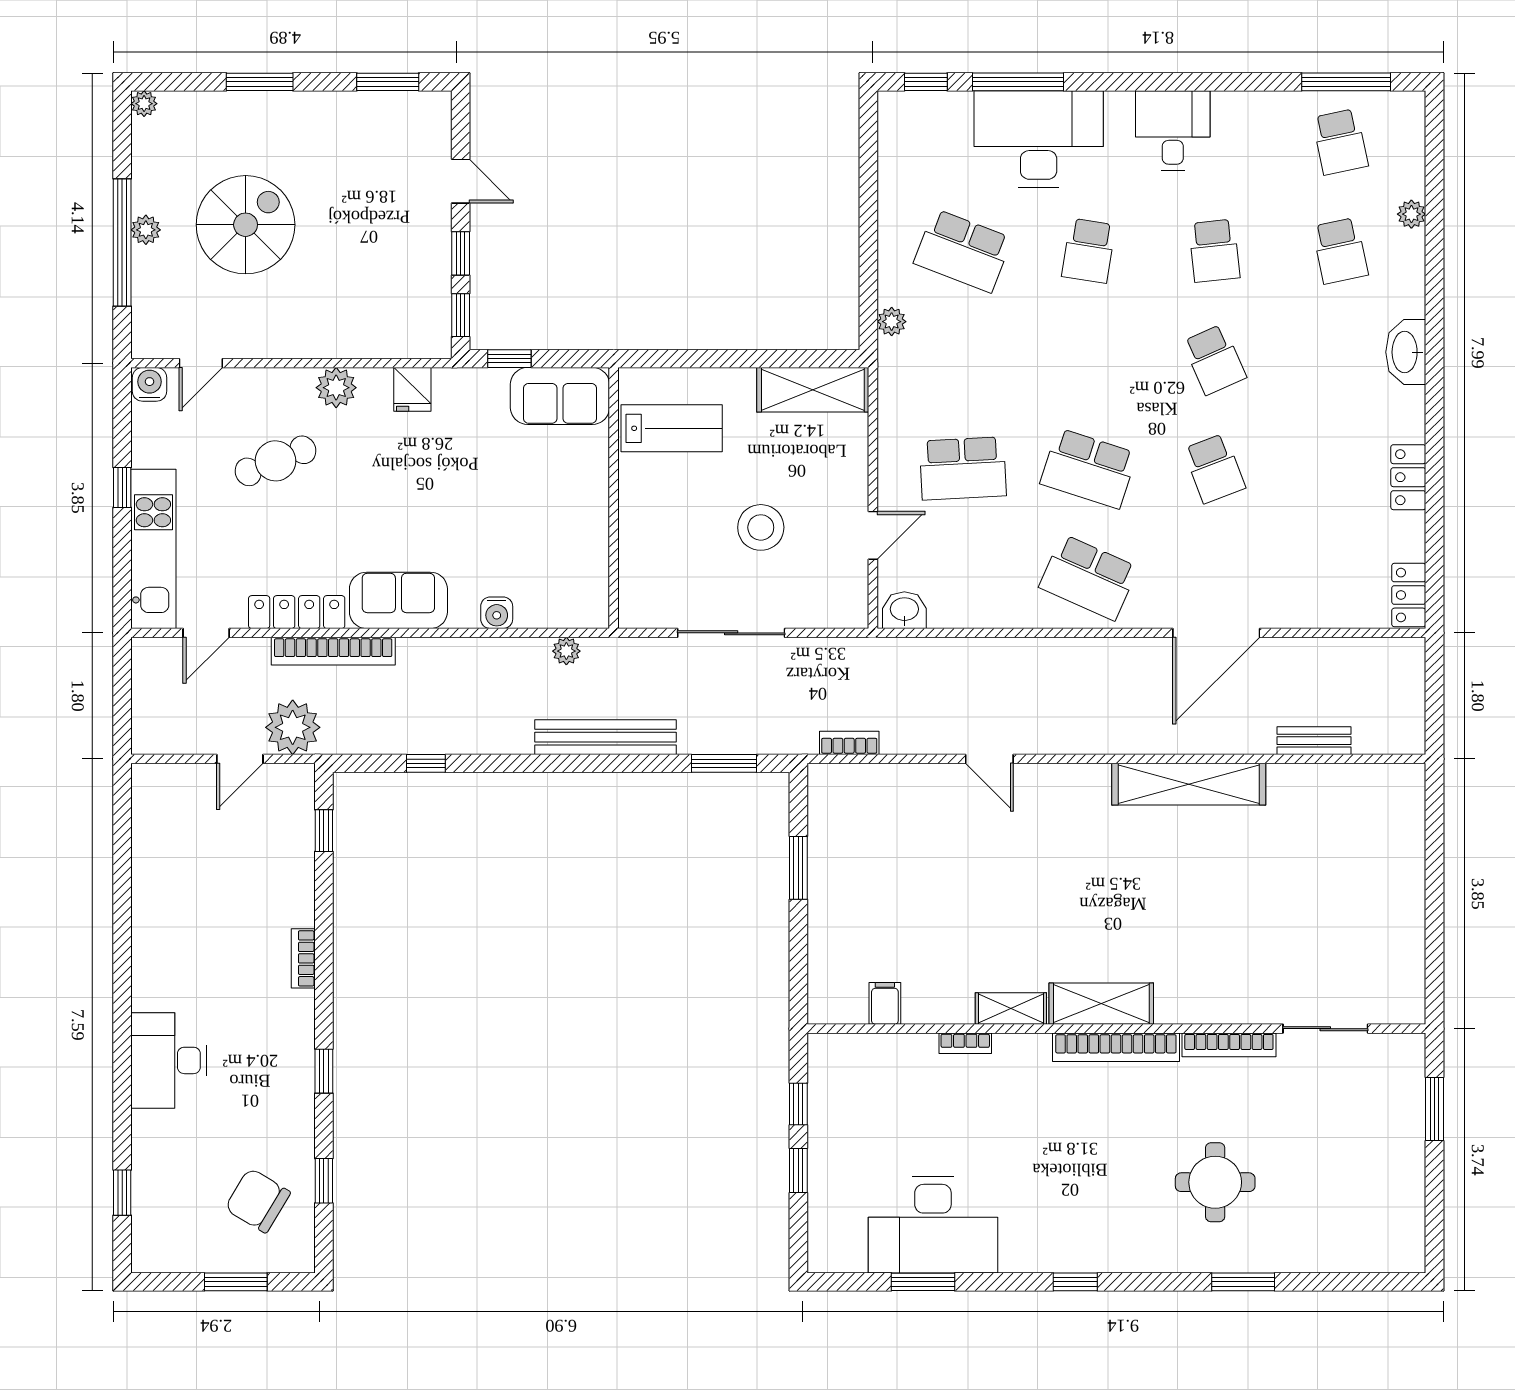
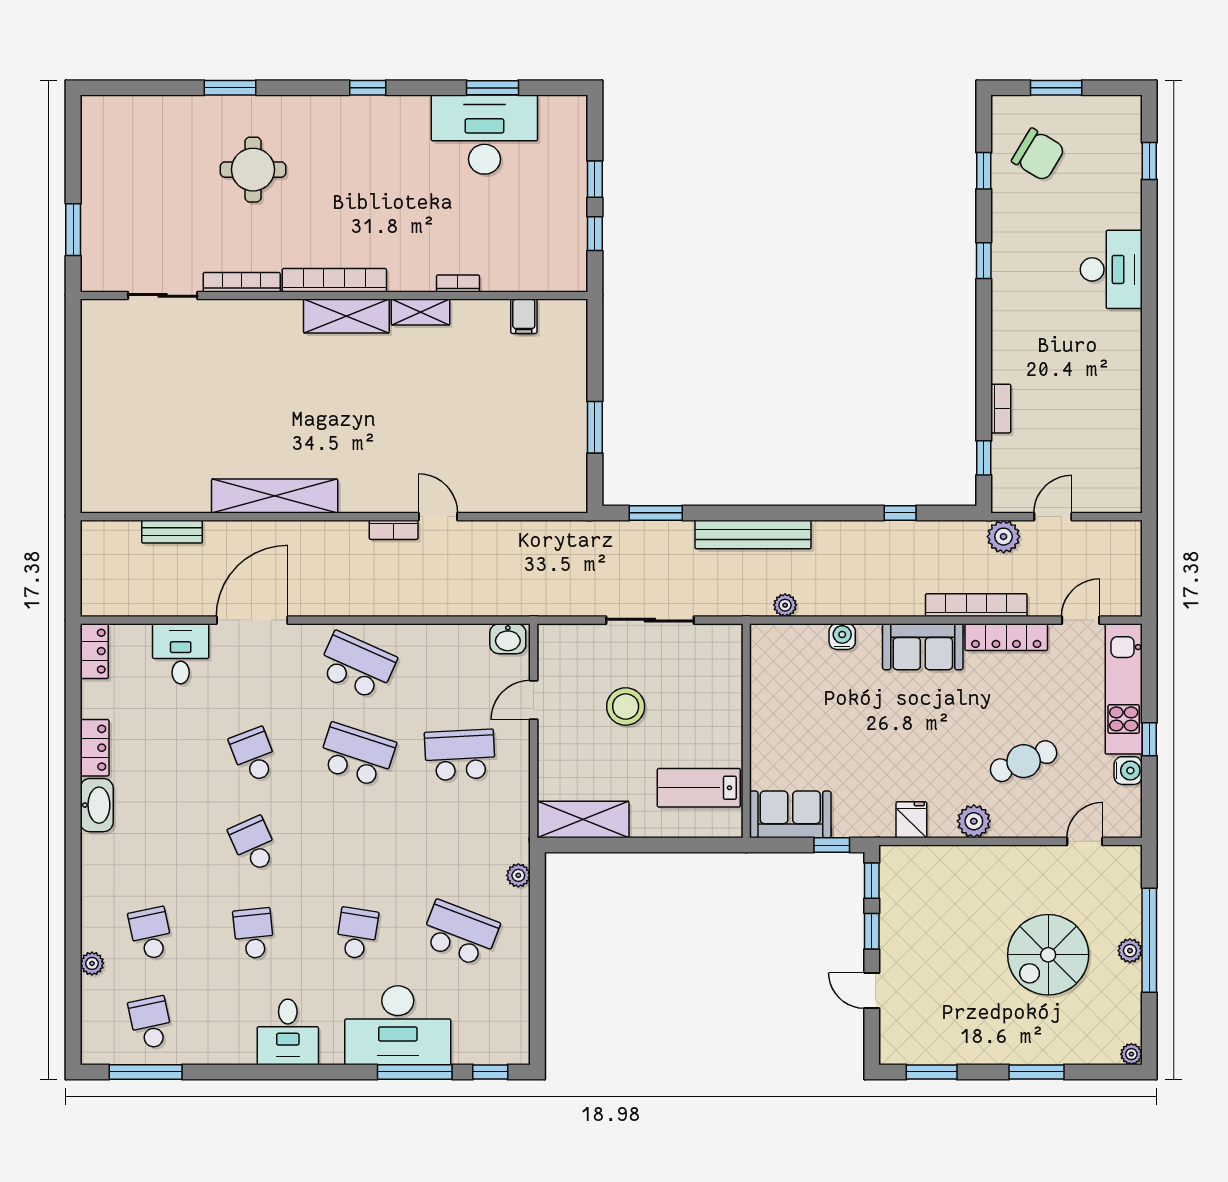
washbasin: (1406, 352) -> (97, 805), moved
water cooler: (150, 384) -> (1128, 771), moved, turned -90
desk: (1303, 592) -> (181, 654), added
plant: (293, 727) -> (1004, 537), width x0.73, depth x0.73
bookcase: (849, 743) -> (394, 530), moved
bookcase: (303, 958) -> (1001, 409), moved

